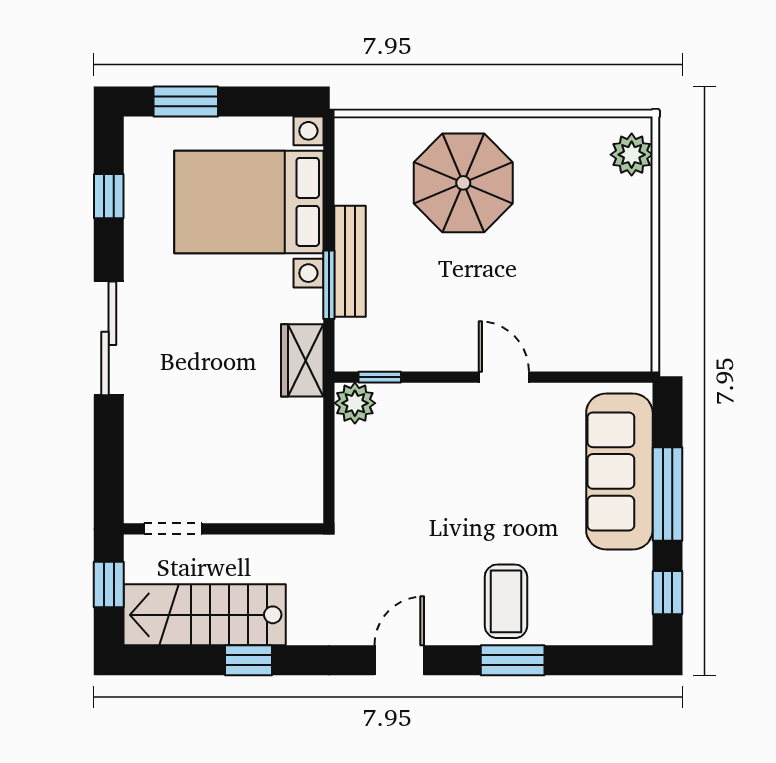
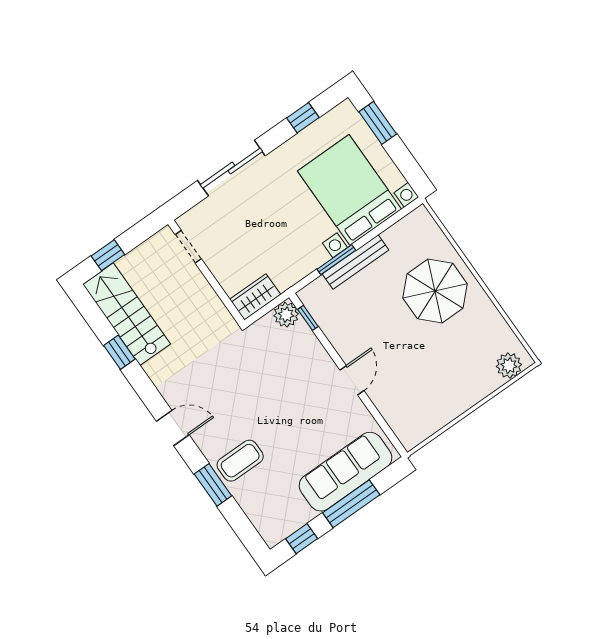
wardrobe: (302, 360) -> (255, 297), moved
doorway: (173, 529) -> (188, 247), moved
wall: (223, 529) -> (206, 272), moved

